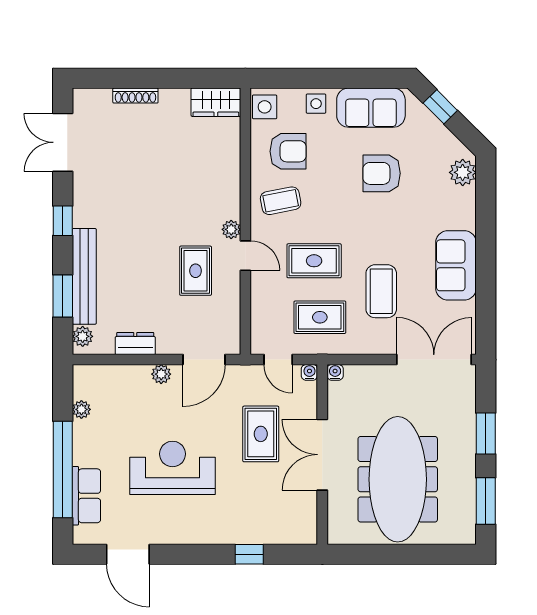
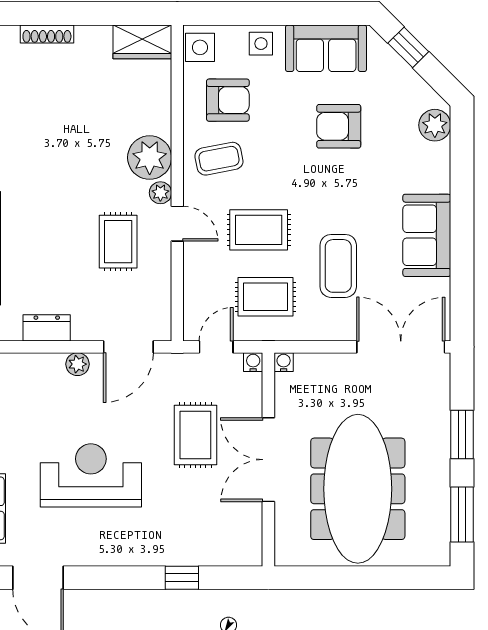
plant: (222, 200) -> (150, 158), added
door: (278, 360) -> (216, 347), swing flipped

